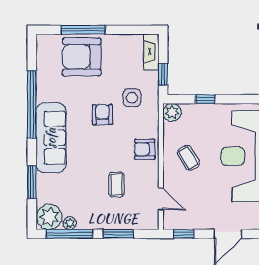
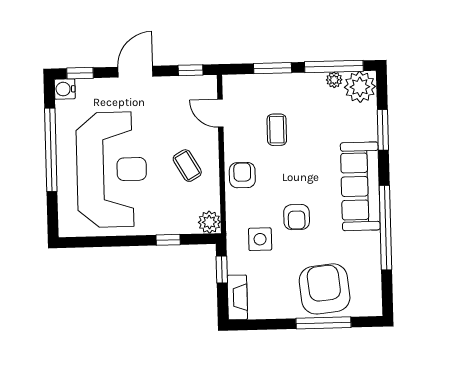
armchair: (82, 57) -> (325, 289), turned -96
armchair: (145, 149) -> (242, 175), turned -90

